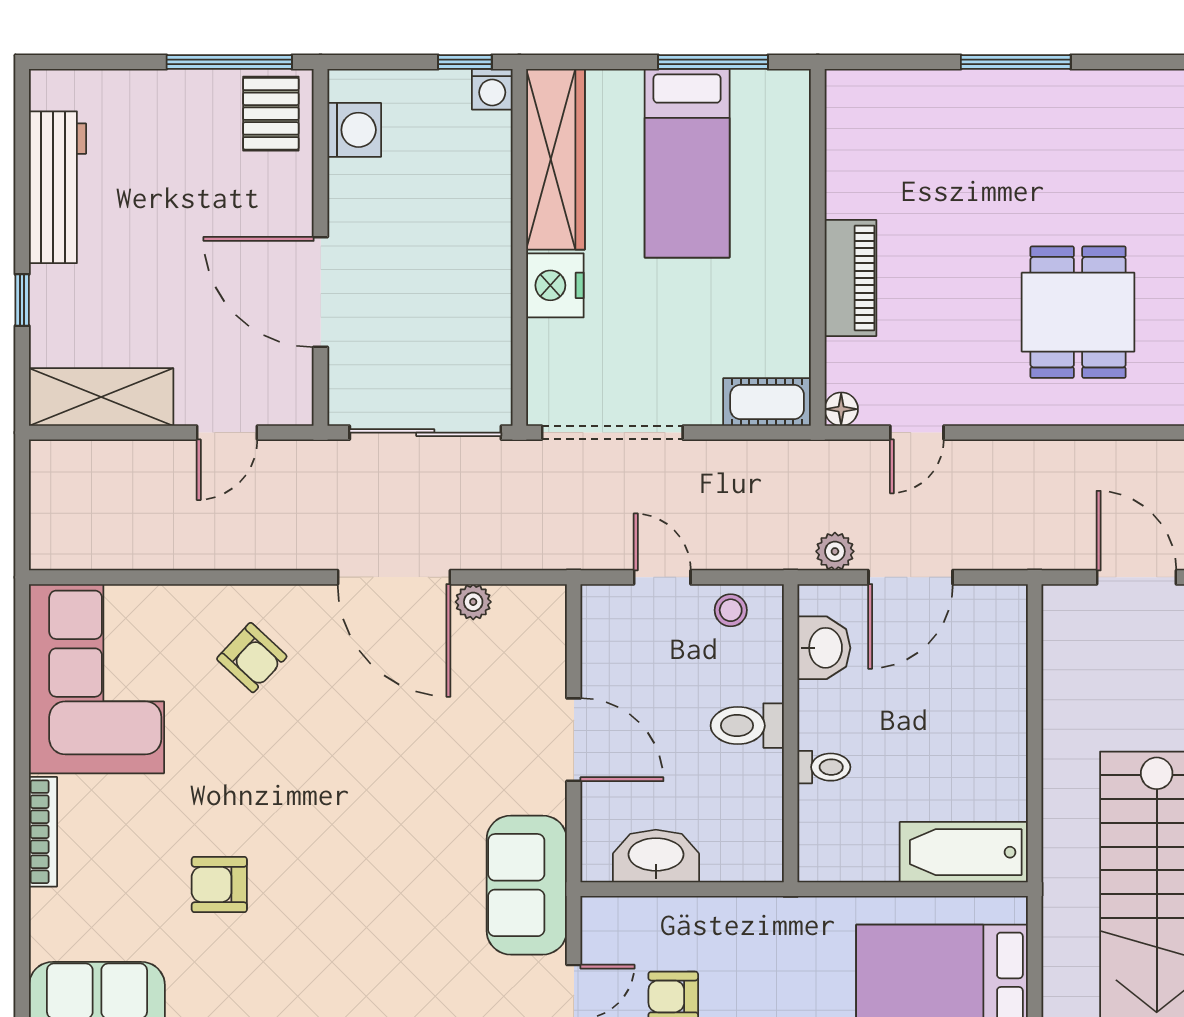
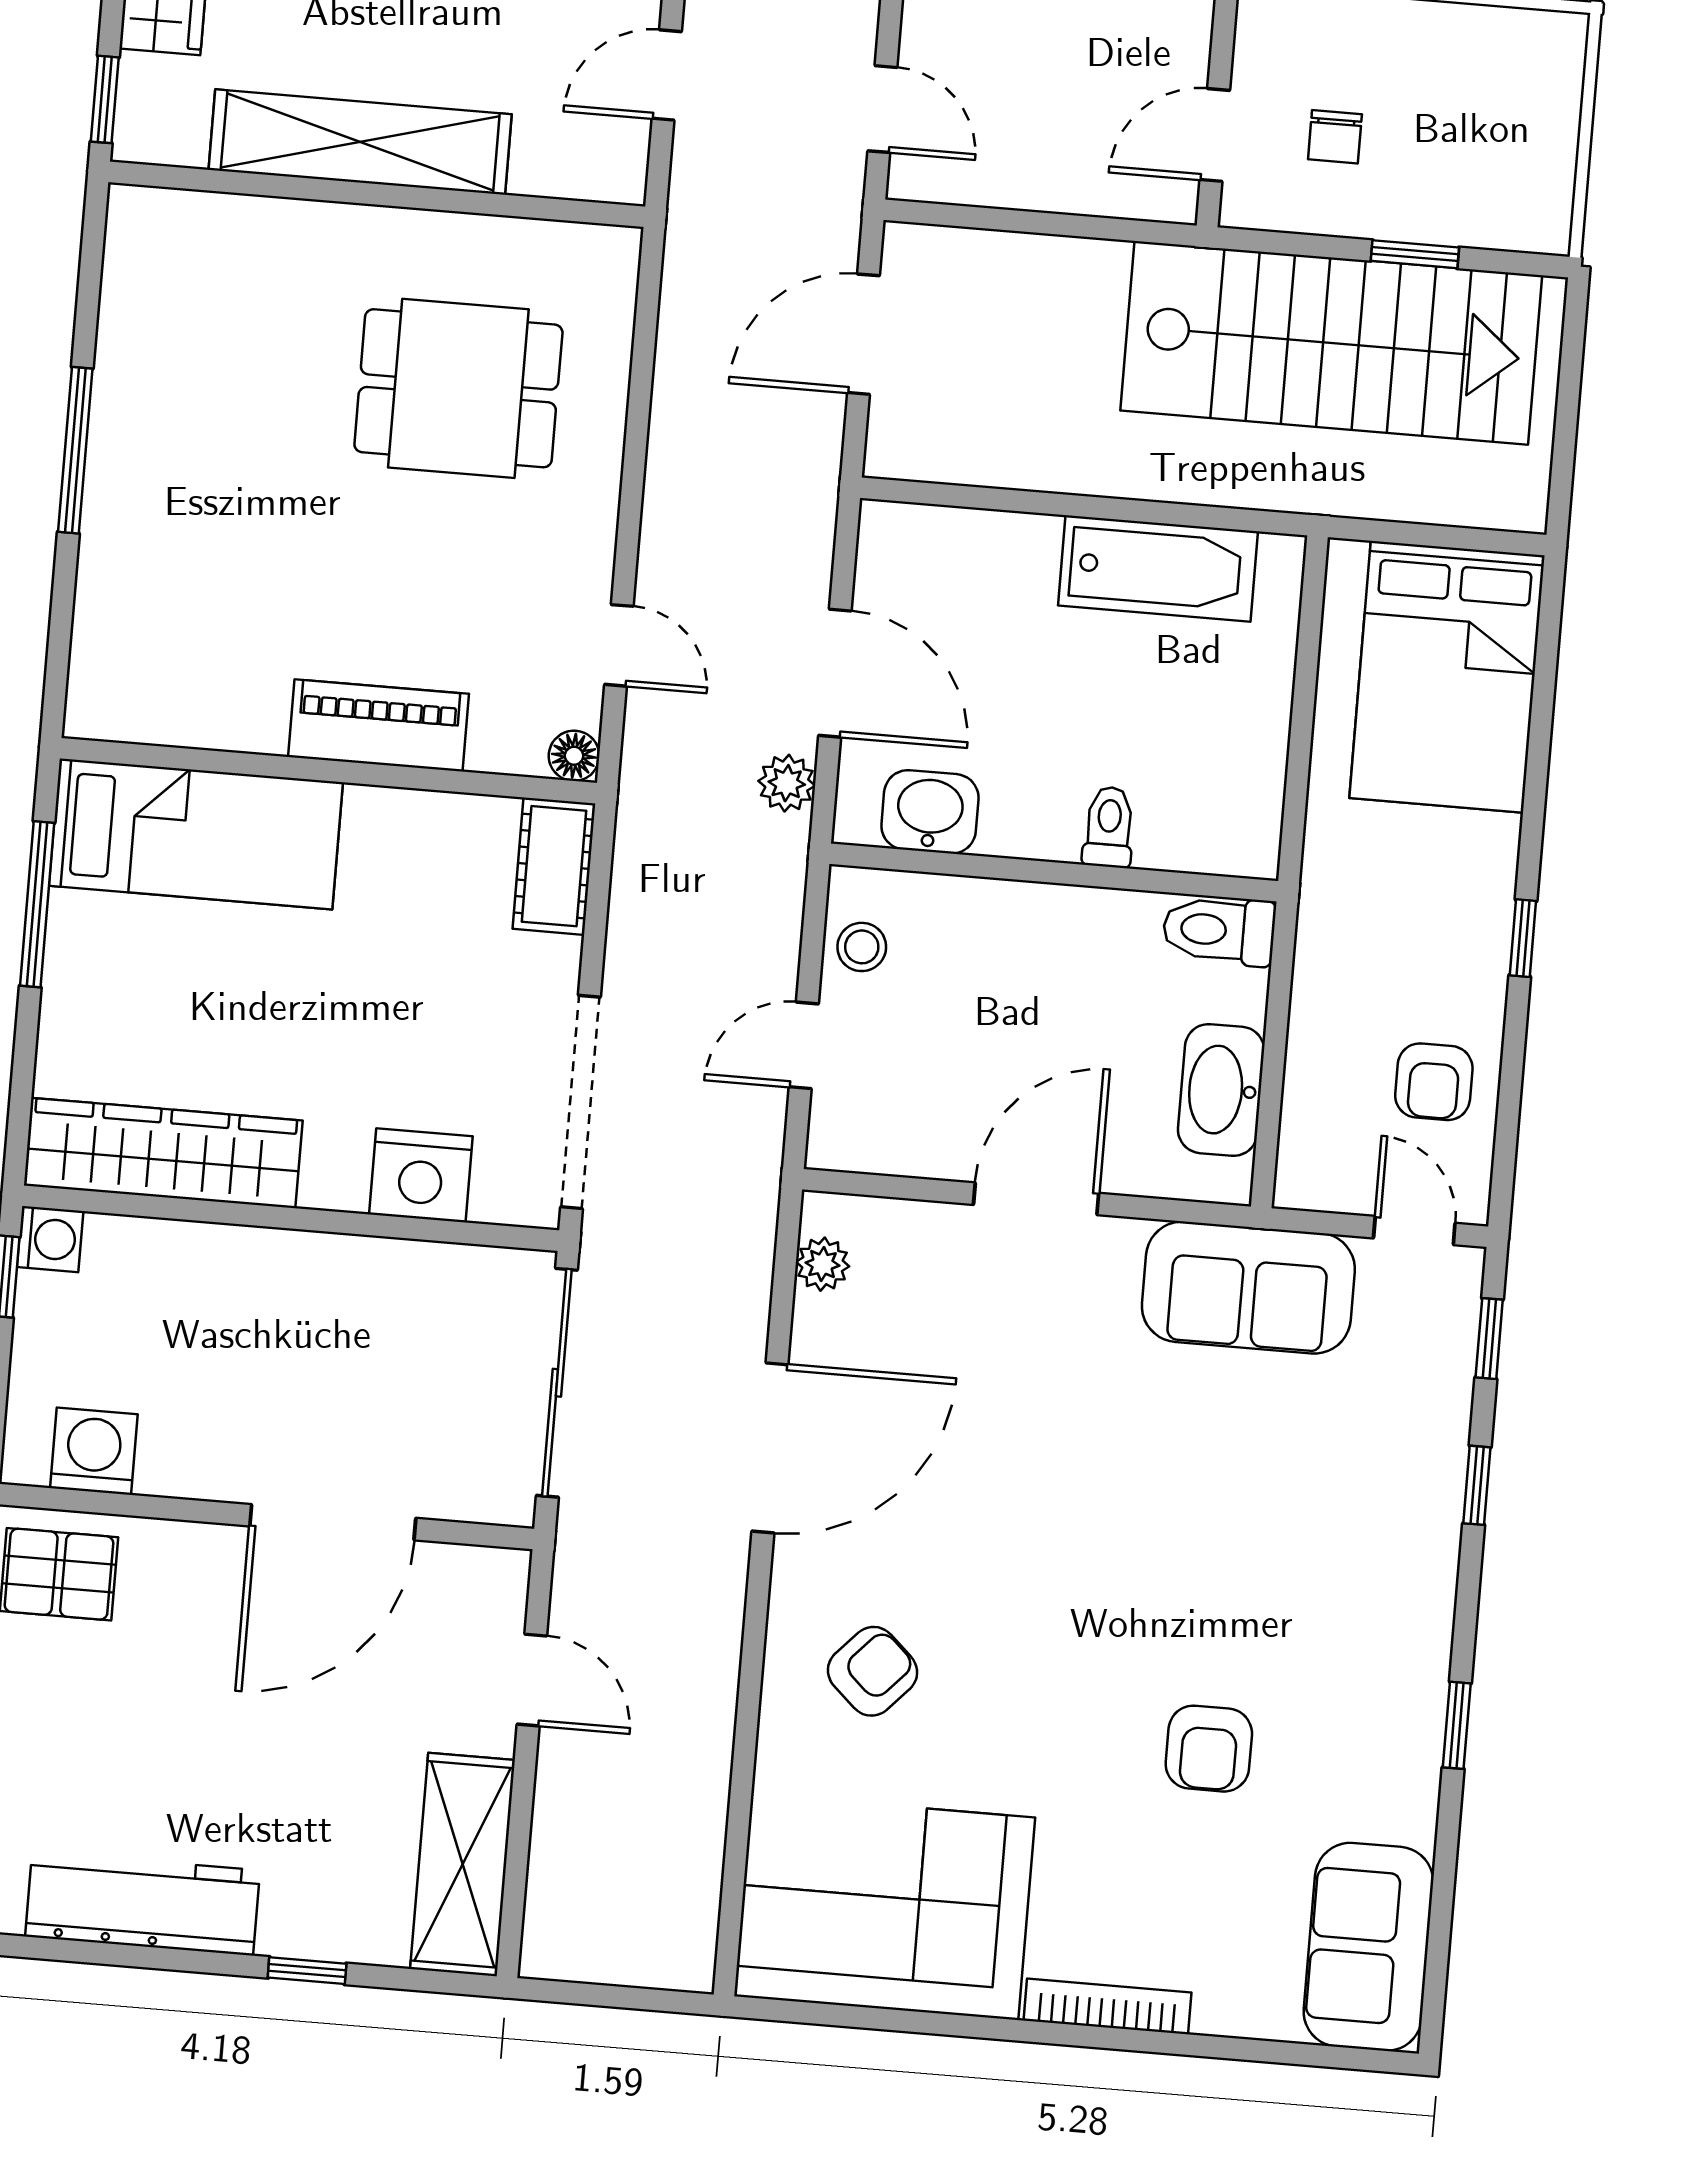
bed: (687, 163) -> (196, 834), moved
nightstand: (555, 285) -> (421, 1175), moved
plant: (473, 602) -> (823, 1264), moved
toilet: (747, 726) -> (1219, 930), moved, turned 90
bathtub: (964, 852) -> (1158, 568), moved, turned -90

